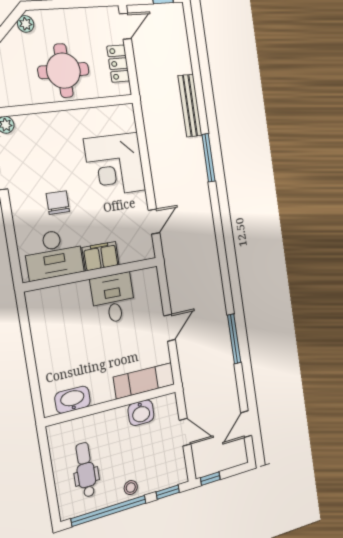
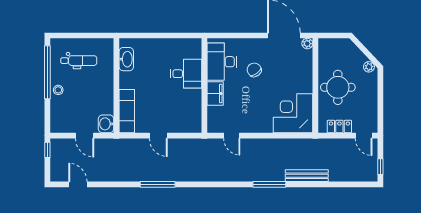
corner desk: (115, 165) -> (293, 113), moved
chair: (58, 203) -> (254, 70), turned -125
desk: (113, 298) -> (186, 74), moved
window: (234, 339) -> (158, 184), moved
washbasin: (141, 413) -> (106, 124), moved
door: (185, 432) -> (85, 136), hinge flipped
window: (168, 492) -> (47, 116), removed

